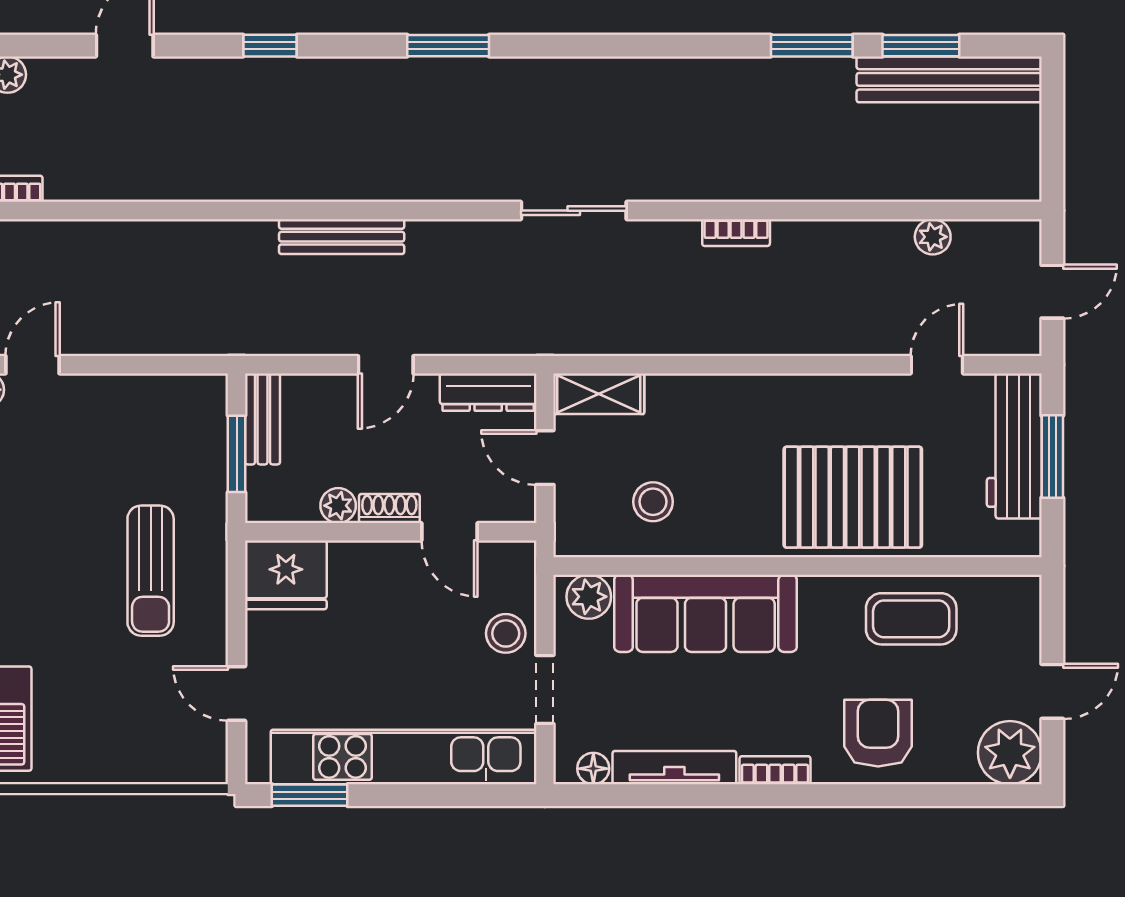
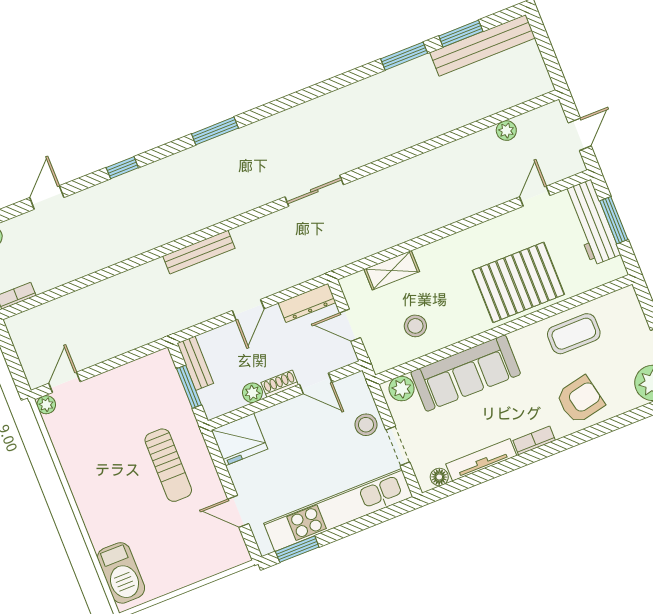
bookcase: (736, 233) -> (403, 169), removed
shelving: (599, 394) -> (392, 270), moved
armchair: (878, 733) -> (580, 400), turned 78

